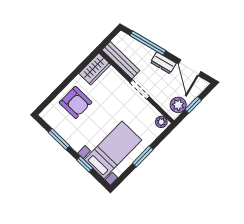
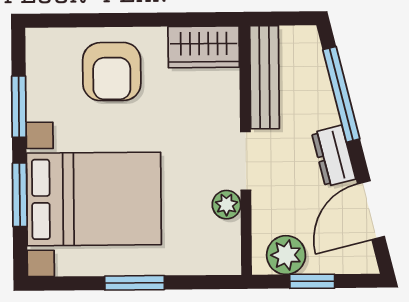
plant: (161, 122) -> (226, 205), moved
bed with nightstands: (113, 150) -> (94, 199), width x1.36
window: (85, 164) -> (20, 195), width x1.50

